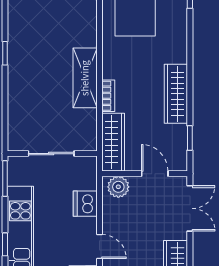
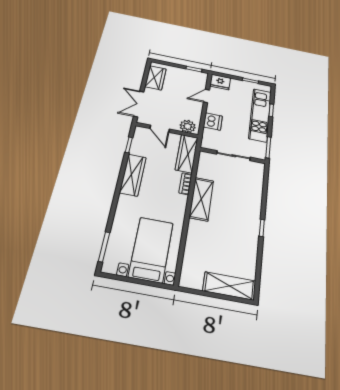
door: (99, 247) -> (207, 96), hinge flipped

